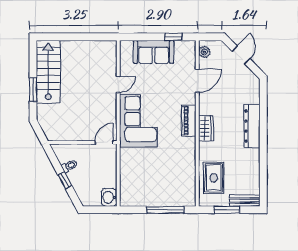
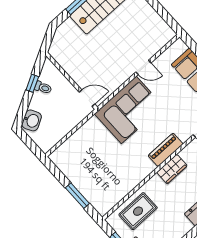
window: (65, 180) -> (32, 83), moved
washbasin: (109, 197) -> (32, 120), moved, turned 152
window: (165, 210) -> (77, 196), width x0.69

